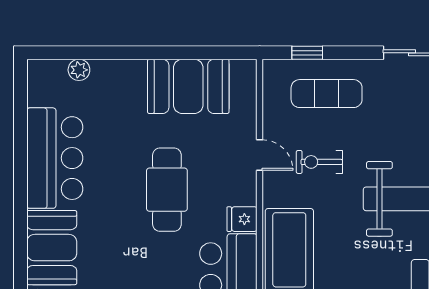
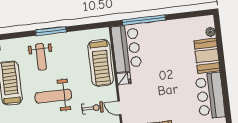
cafe table: (167, 190) -> (159, 88), removed

